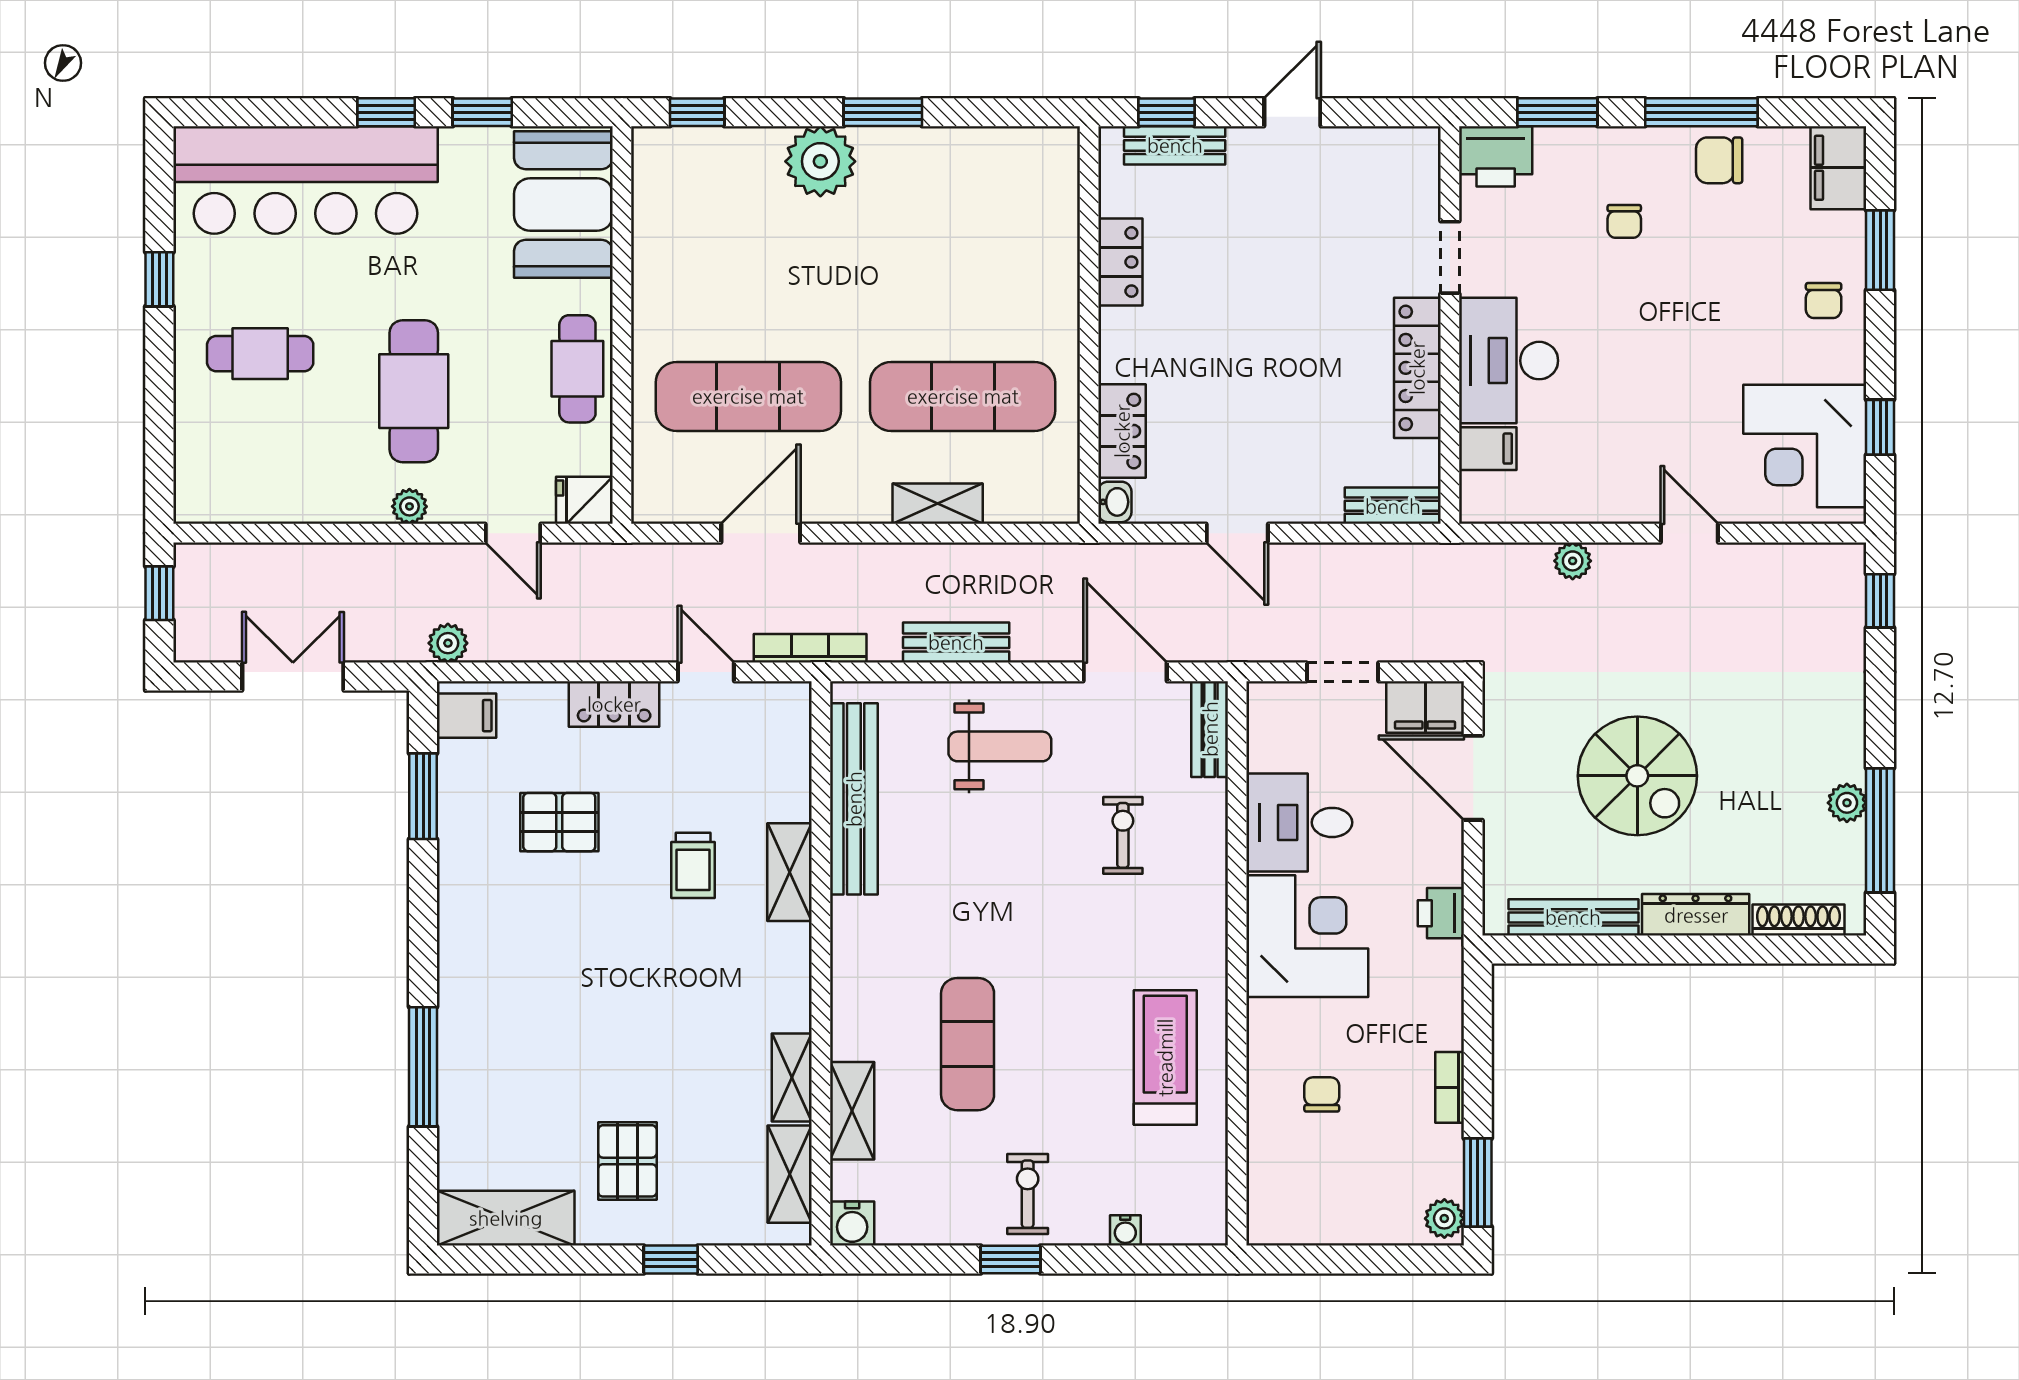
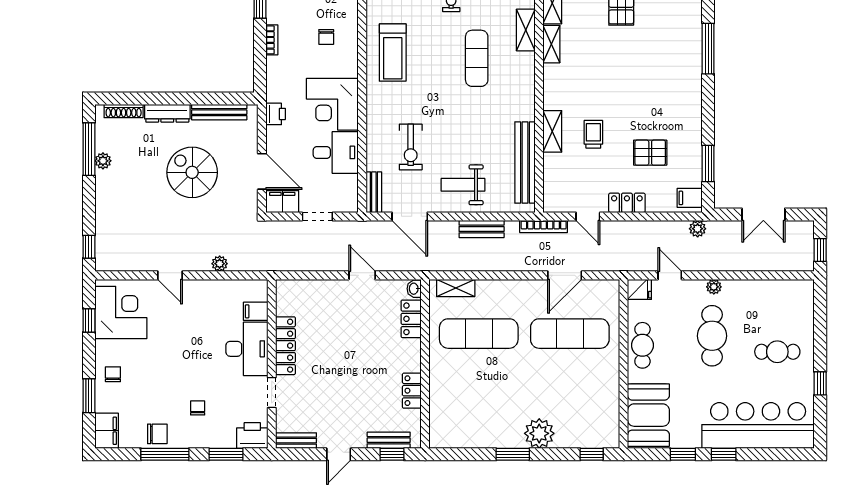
shelving: (938, 504) -> (456, 288), moved
bench: (1393, 506) -> (296, 441), moved
exercise bike: (1123, 835) -> (411, 147), width x1.38, depth x1.39

